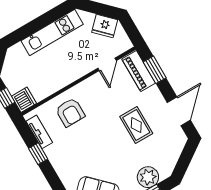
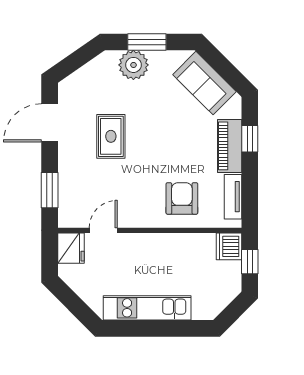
fridge: (105, 26) -> (71, 248), moved, turned 45
piano: (139, 71) -> (230, 146), moved, turned 180
window: (38, 154) -> (250, 139), moved

